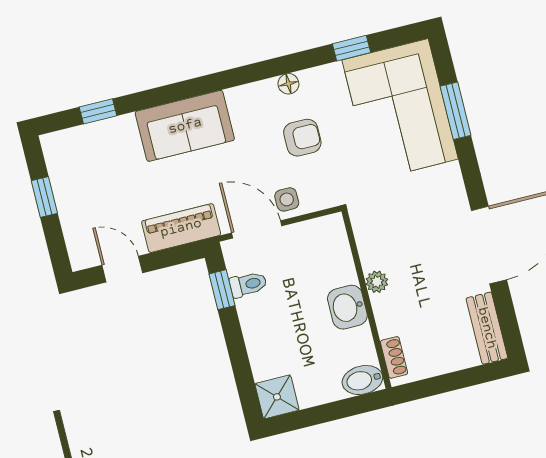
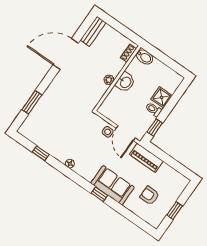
corner sofa: (400, 110) -> (47, 120), removed
window: (98, 111) -> (99, 194), moved
armchair: (302, 138) -> (150, 196), moved
door: (122, 269) -> (176, 165), removed
toilet: (248, 284) -> (153, 109), moved
shower: (277, 397) -> (162, 97), moved

